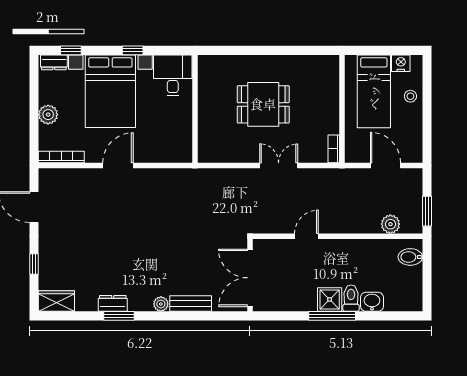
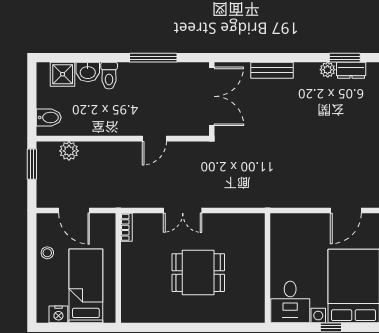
stool: (410, 96) -> (47, 253), moved
shower: (330, 300) -> (63, 74), moved
plant: (161, 304) -> (328, 70), moved
window: (332, 316) -> (153, 58), moved

